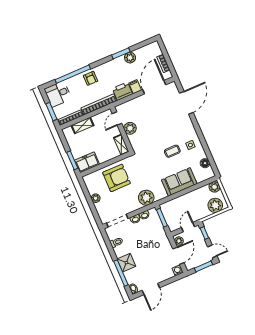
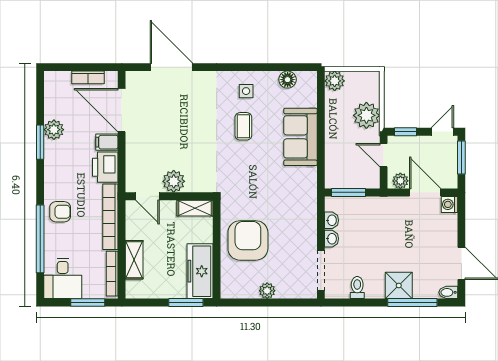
freezer: (87, 162) -> (200, 271), width x1.40
plant: (146, 198) -> (303, 205), removed
plant: (215, 205) -> (366, 115), moved

